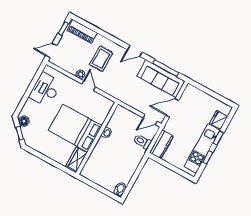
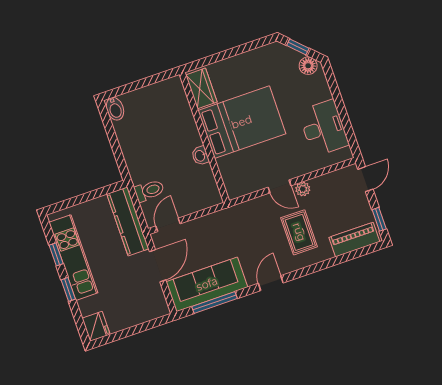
fridge: (219, 120) -> (96, 326), moved
kitchen counter: (161, 144) -> (128, 221), width x1.50

